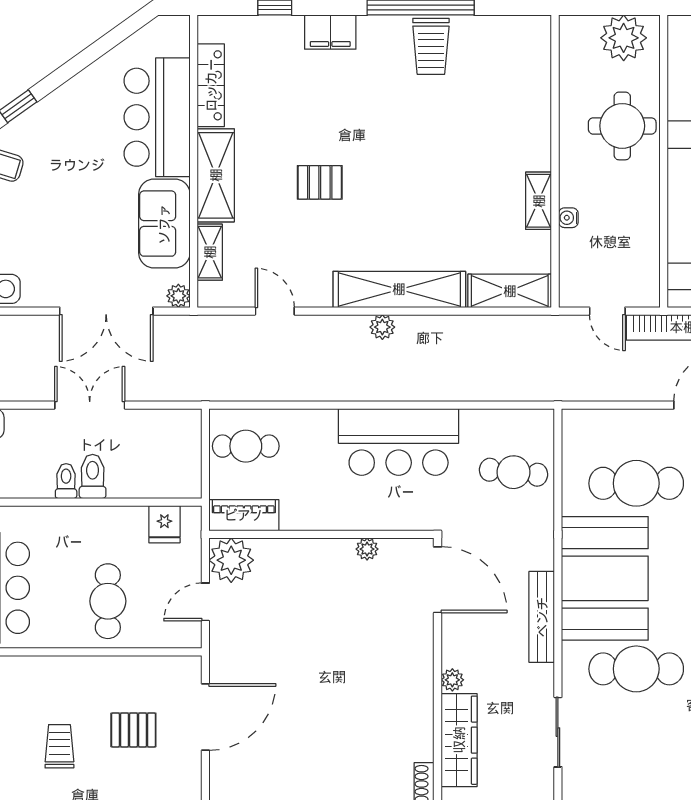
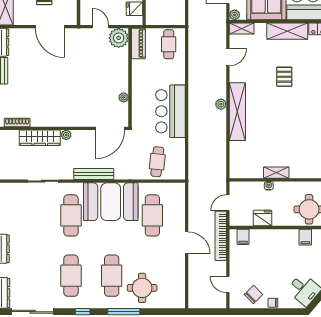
fridge: (642, 232) -> (263, 218), added
shelving: (210, 252) -> (242, 28), moved
shelving: (510, 291) -> (237, 160), removed

